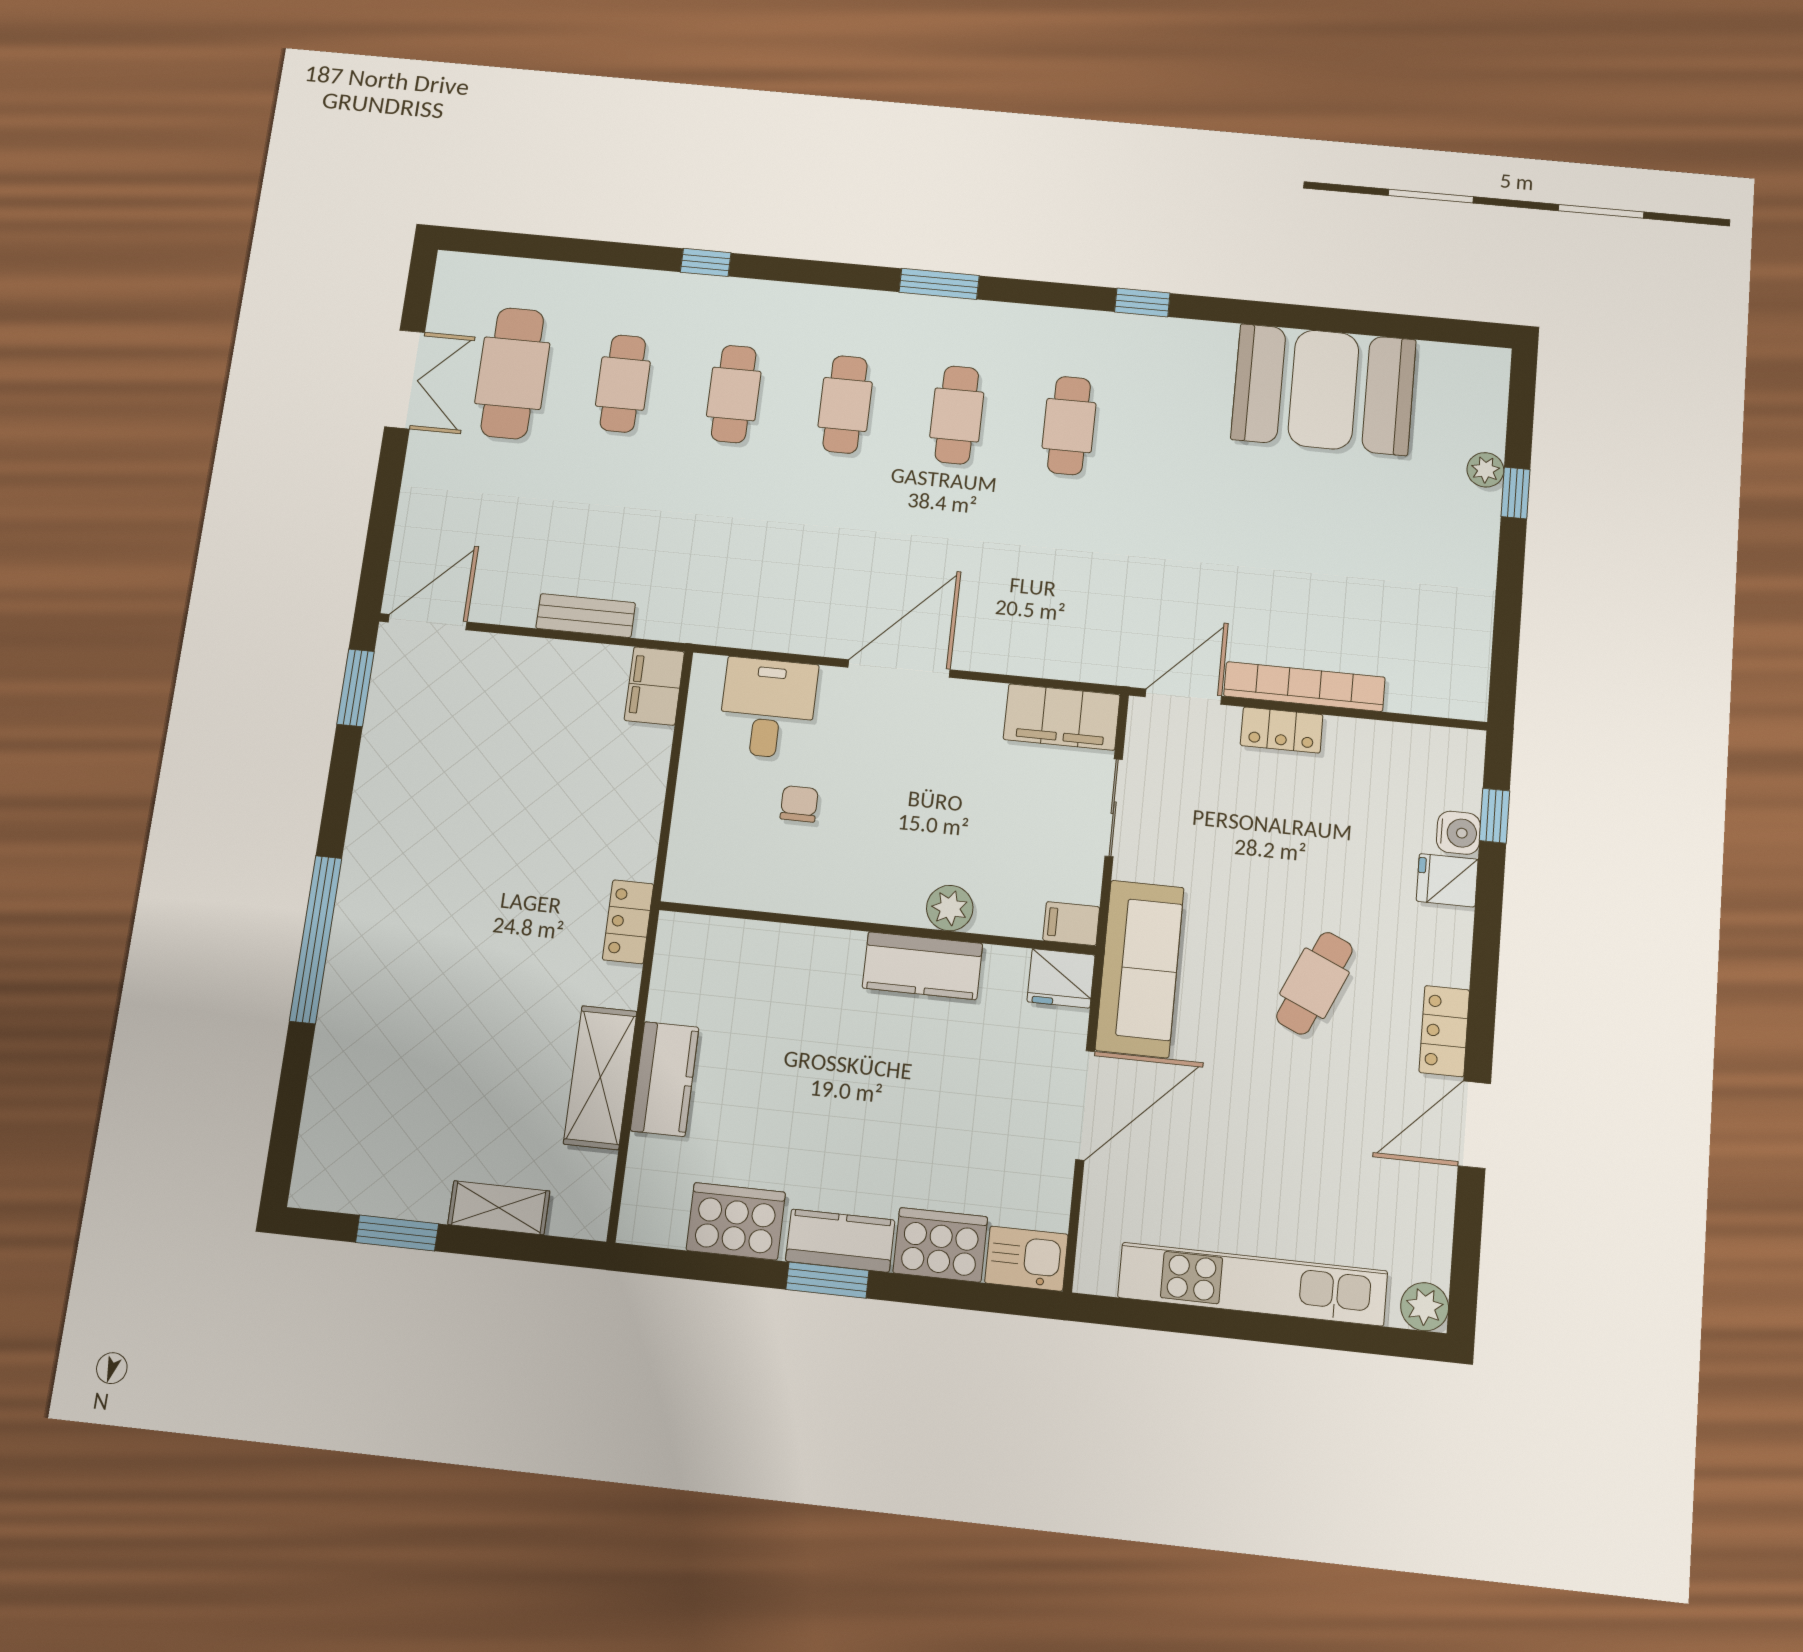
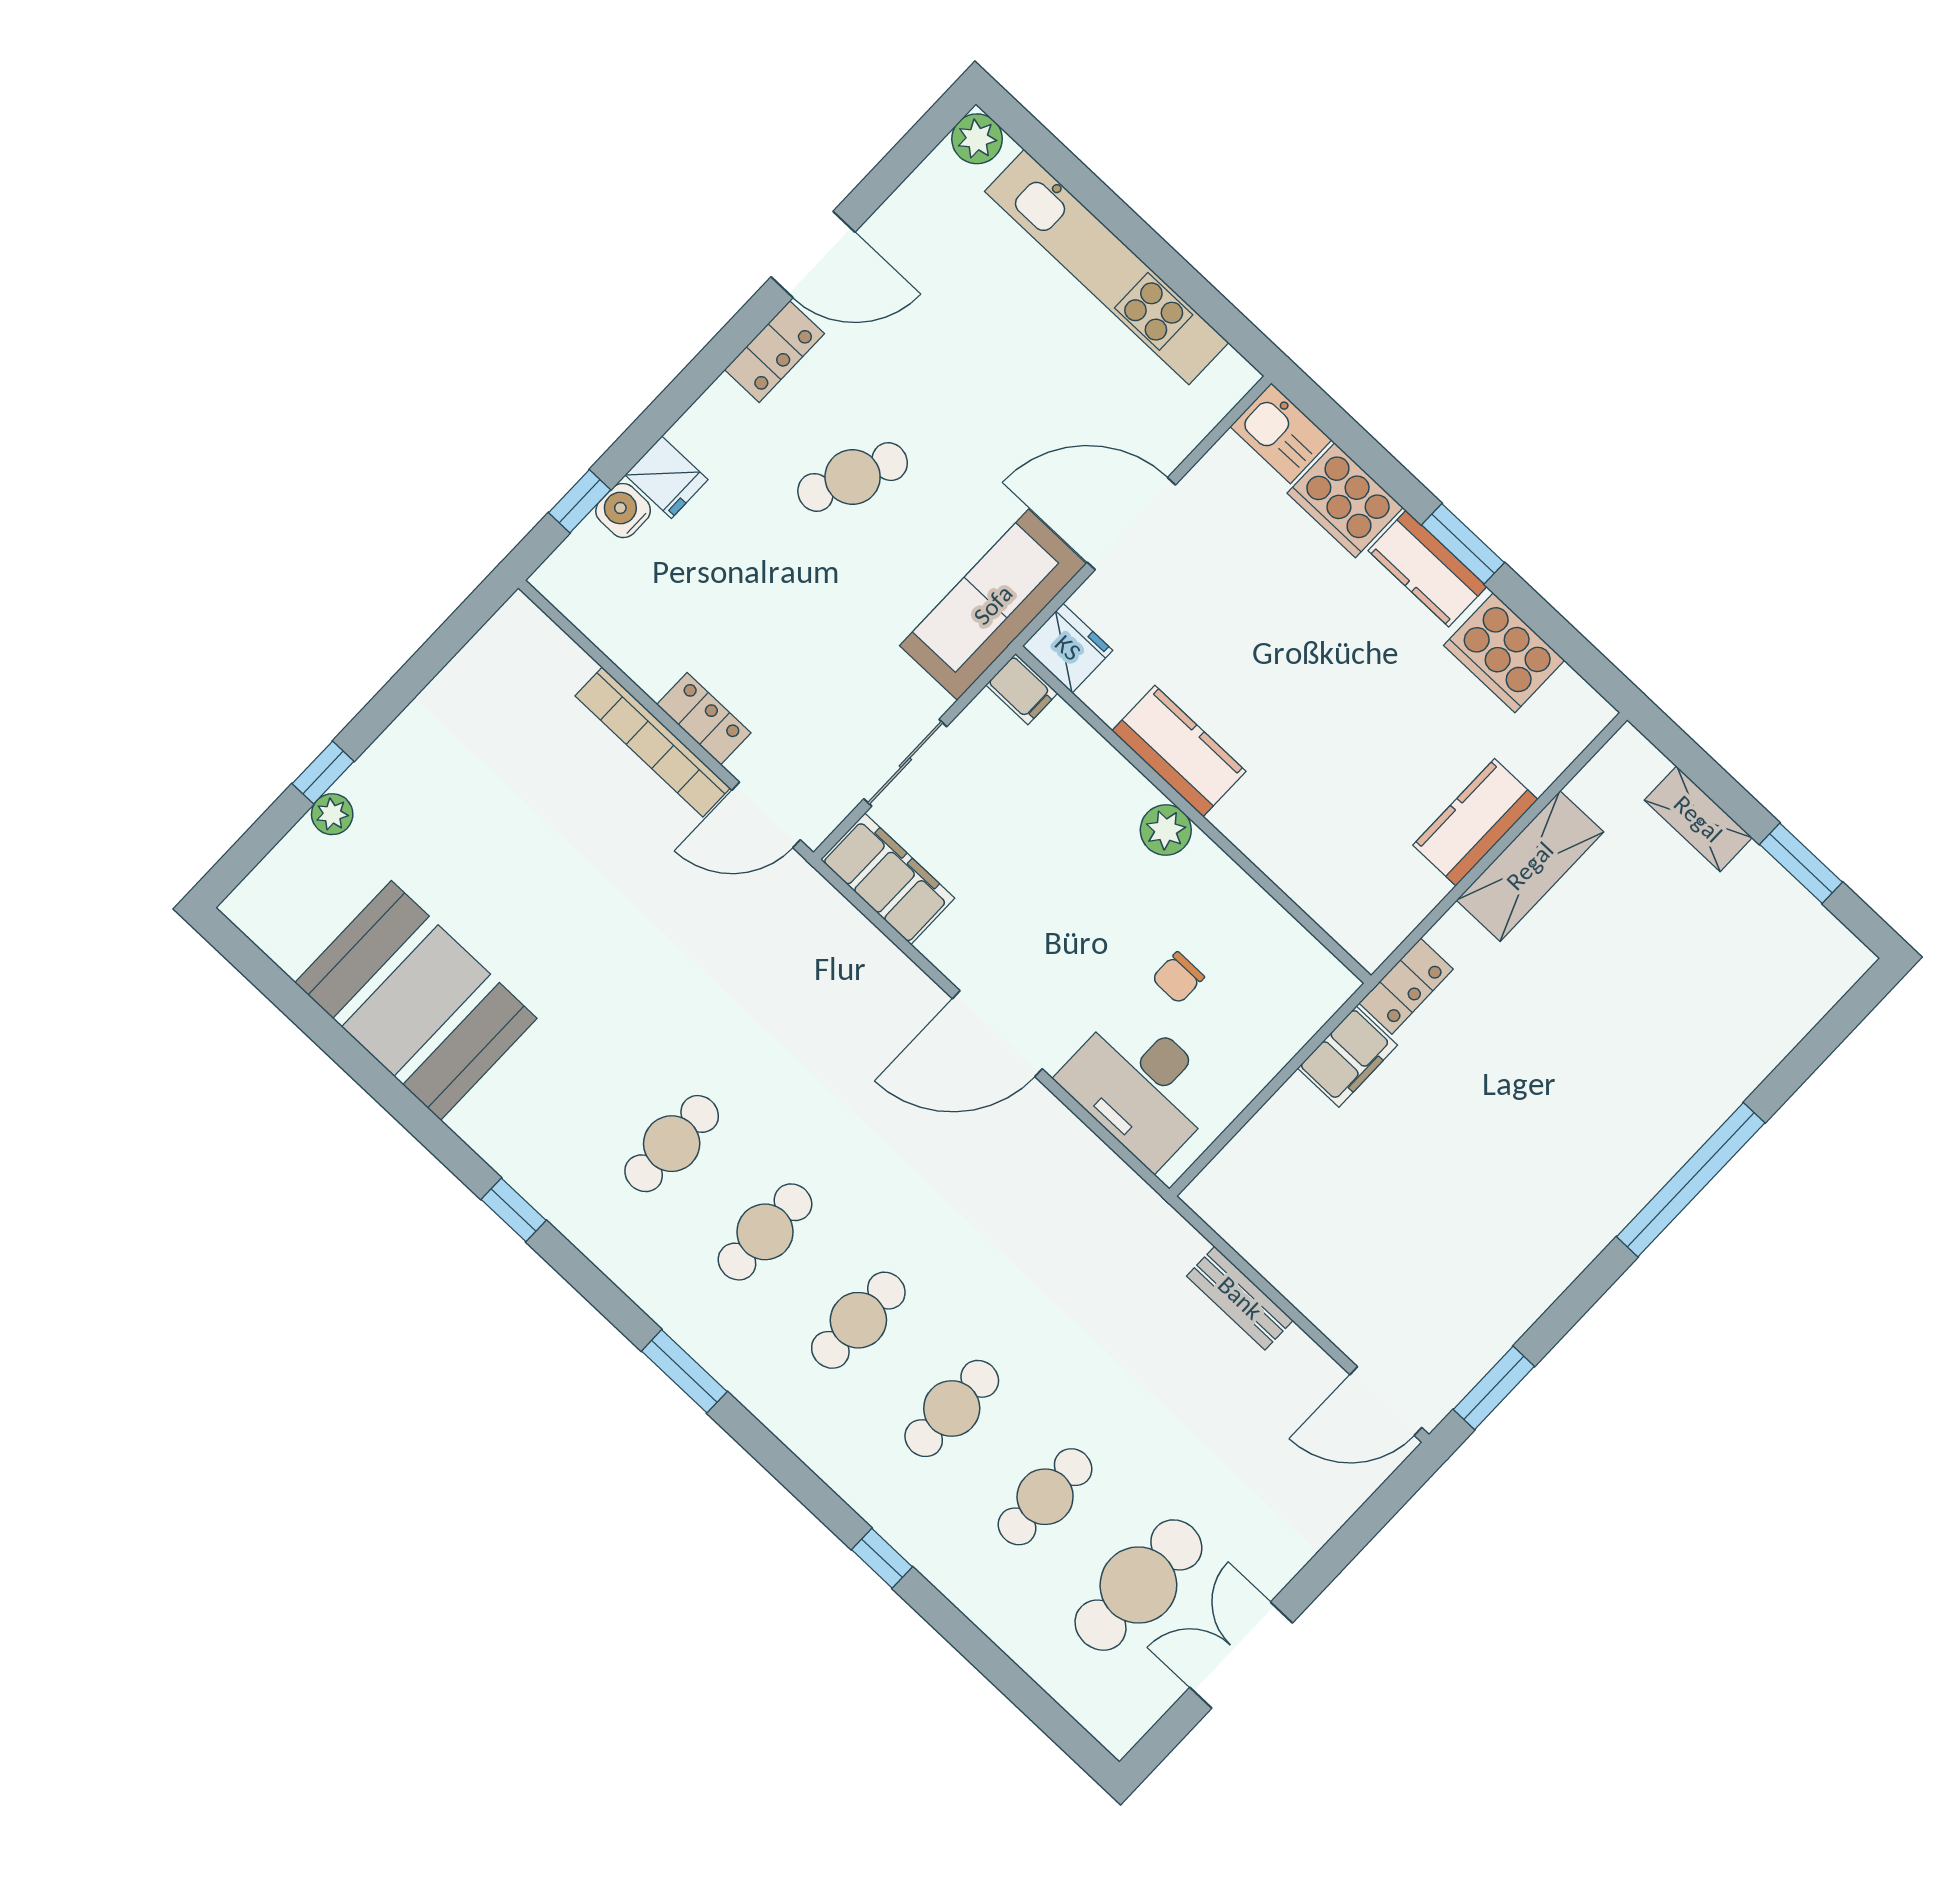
filing cabinet: (654, 686) -> (1347, 1057), moved
desk: (768, 708) -> (1141, 1087), width x1.37
plant: (950, 908) -> (1166, 830), moved

